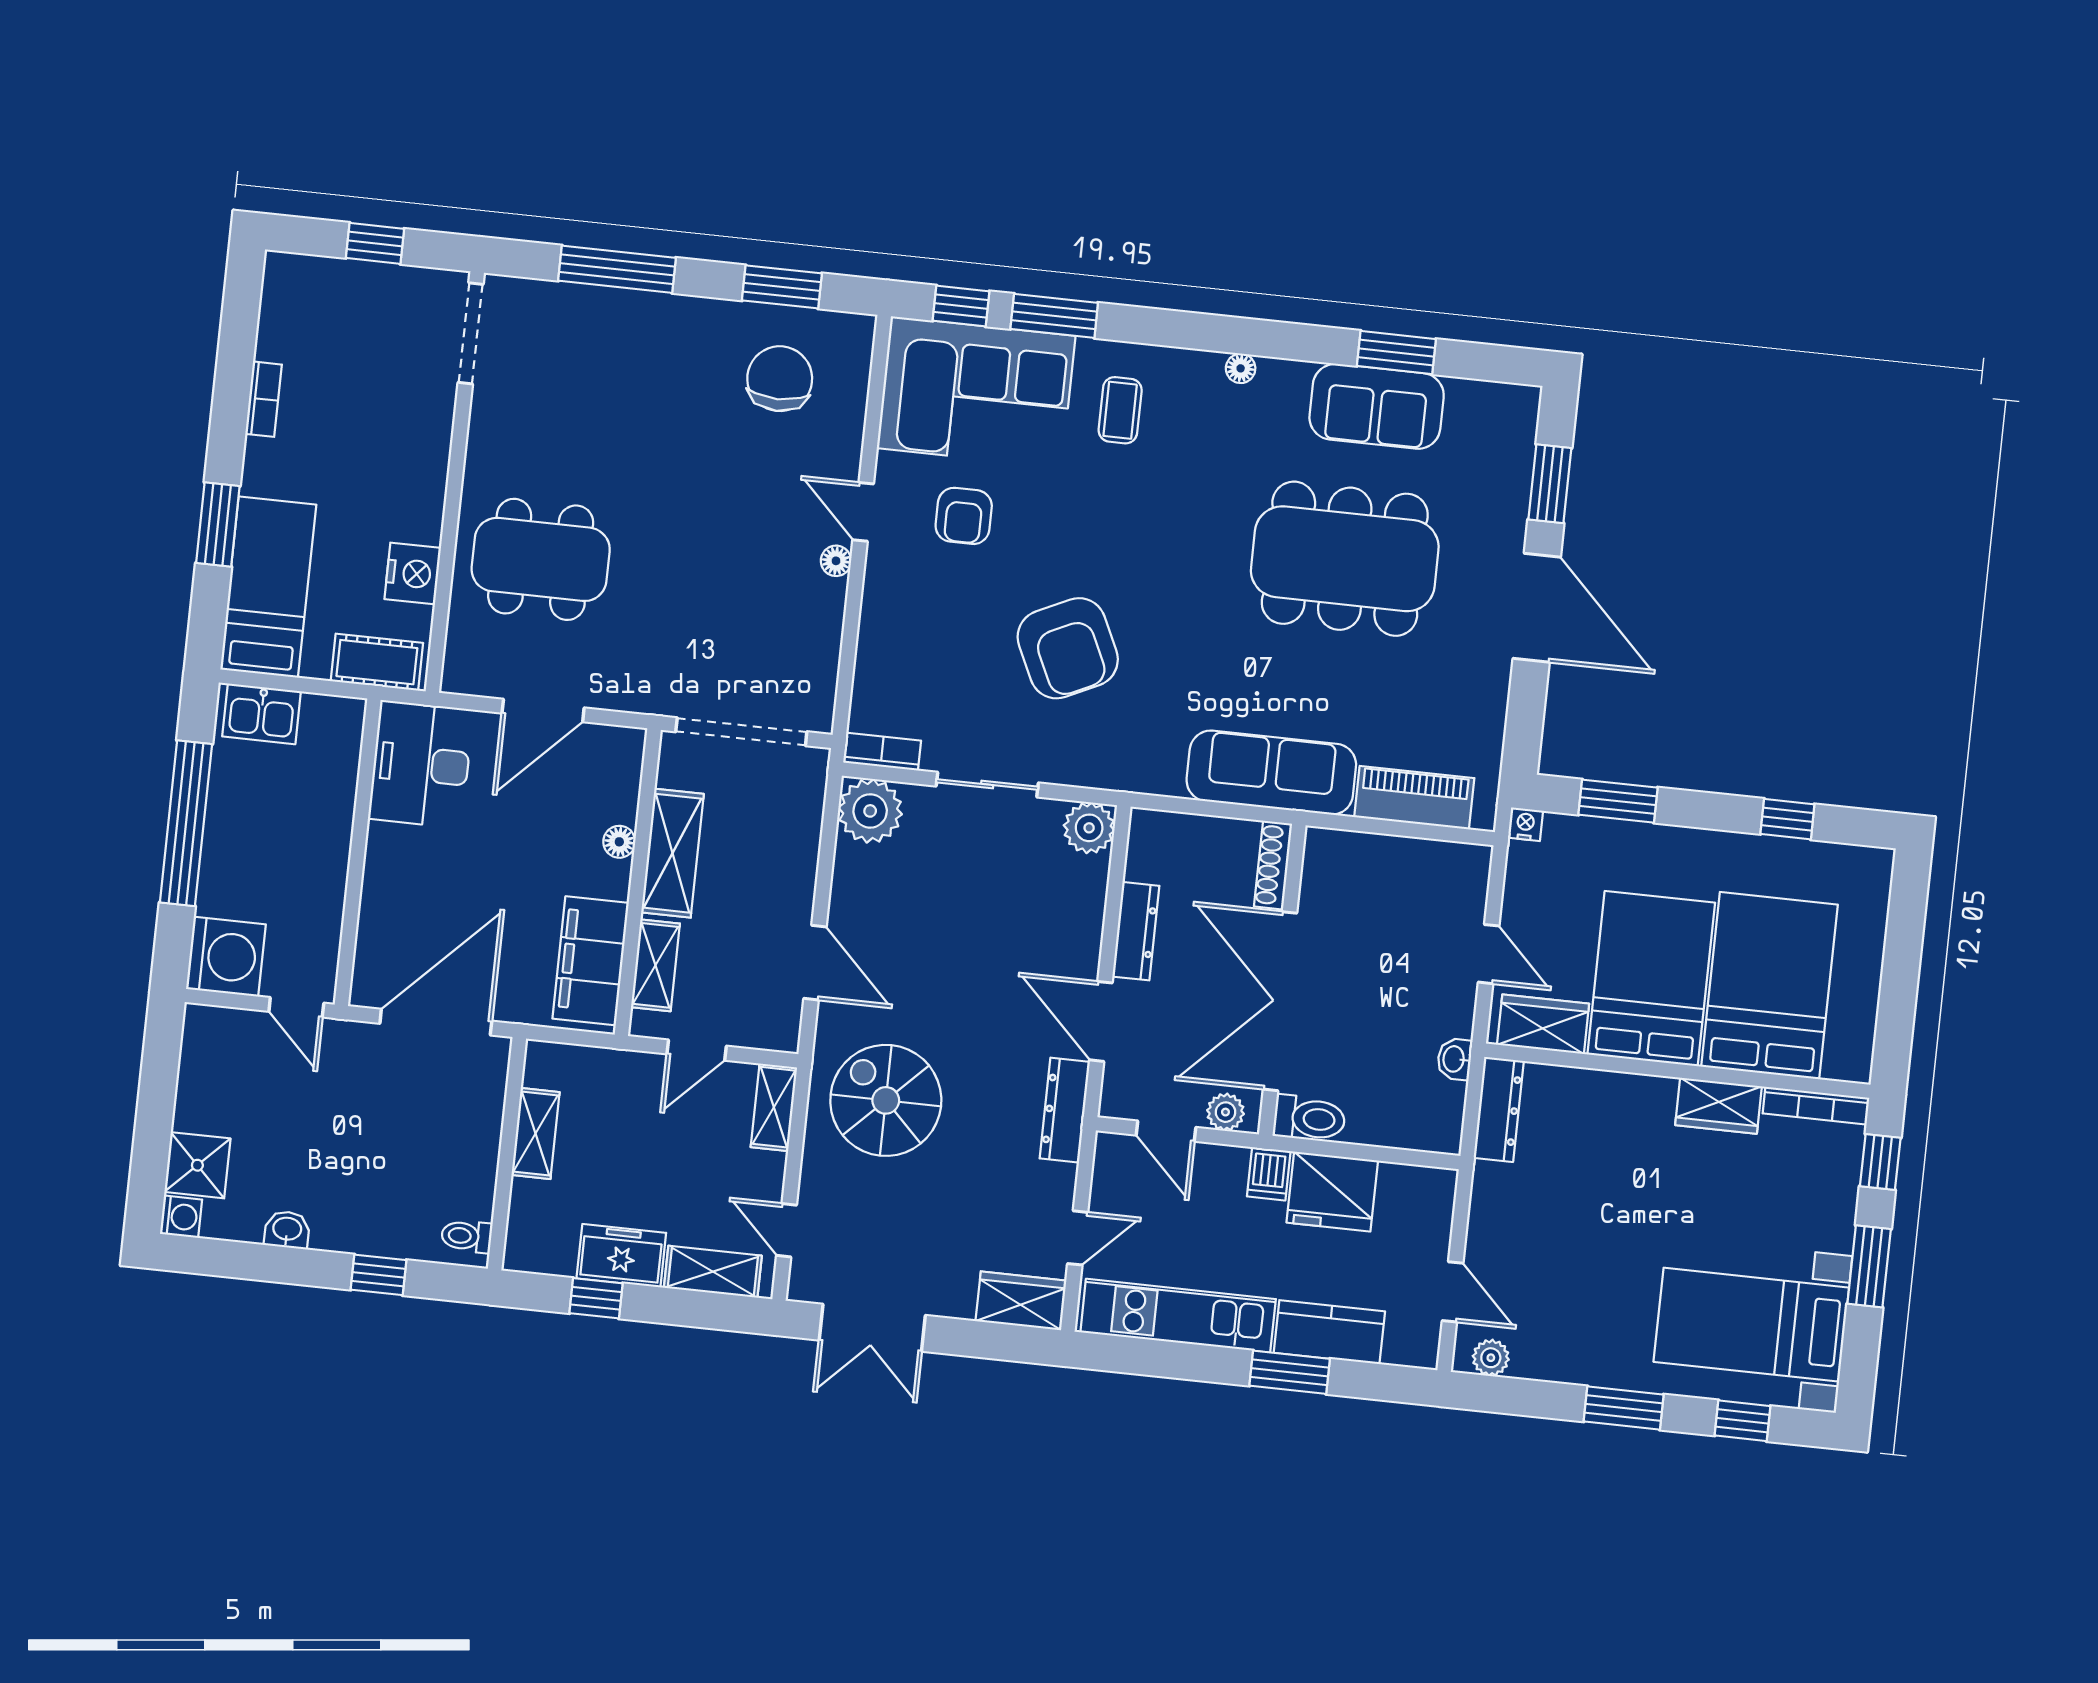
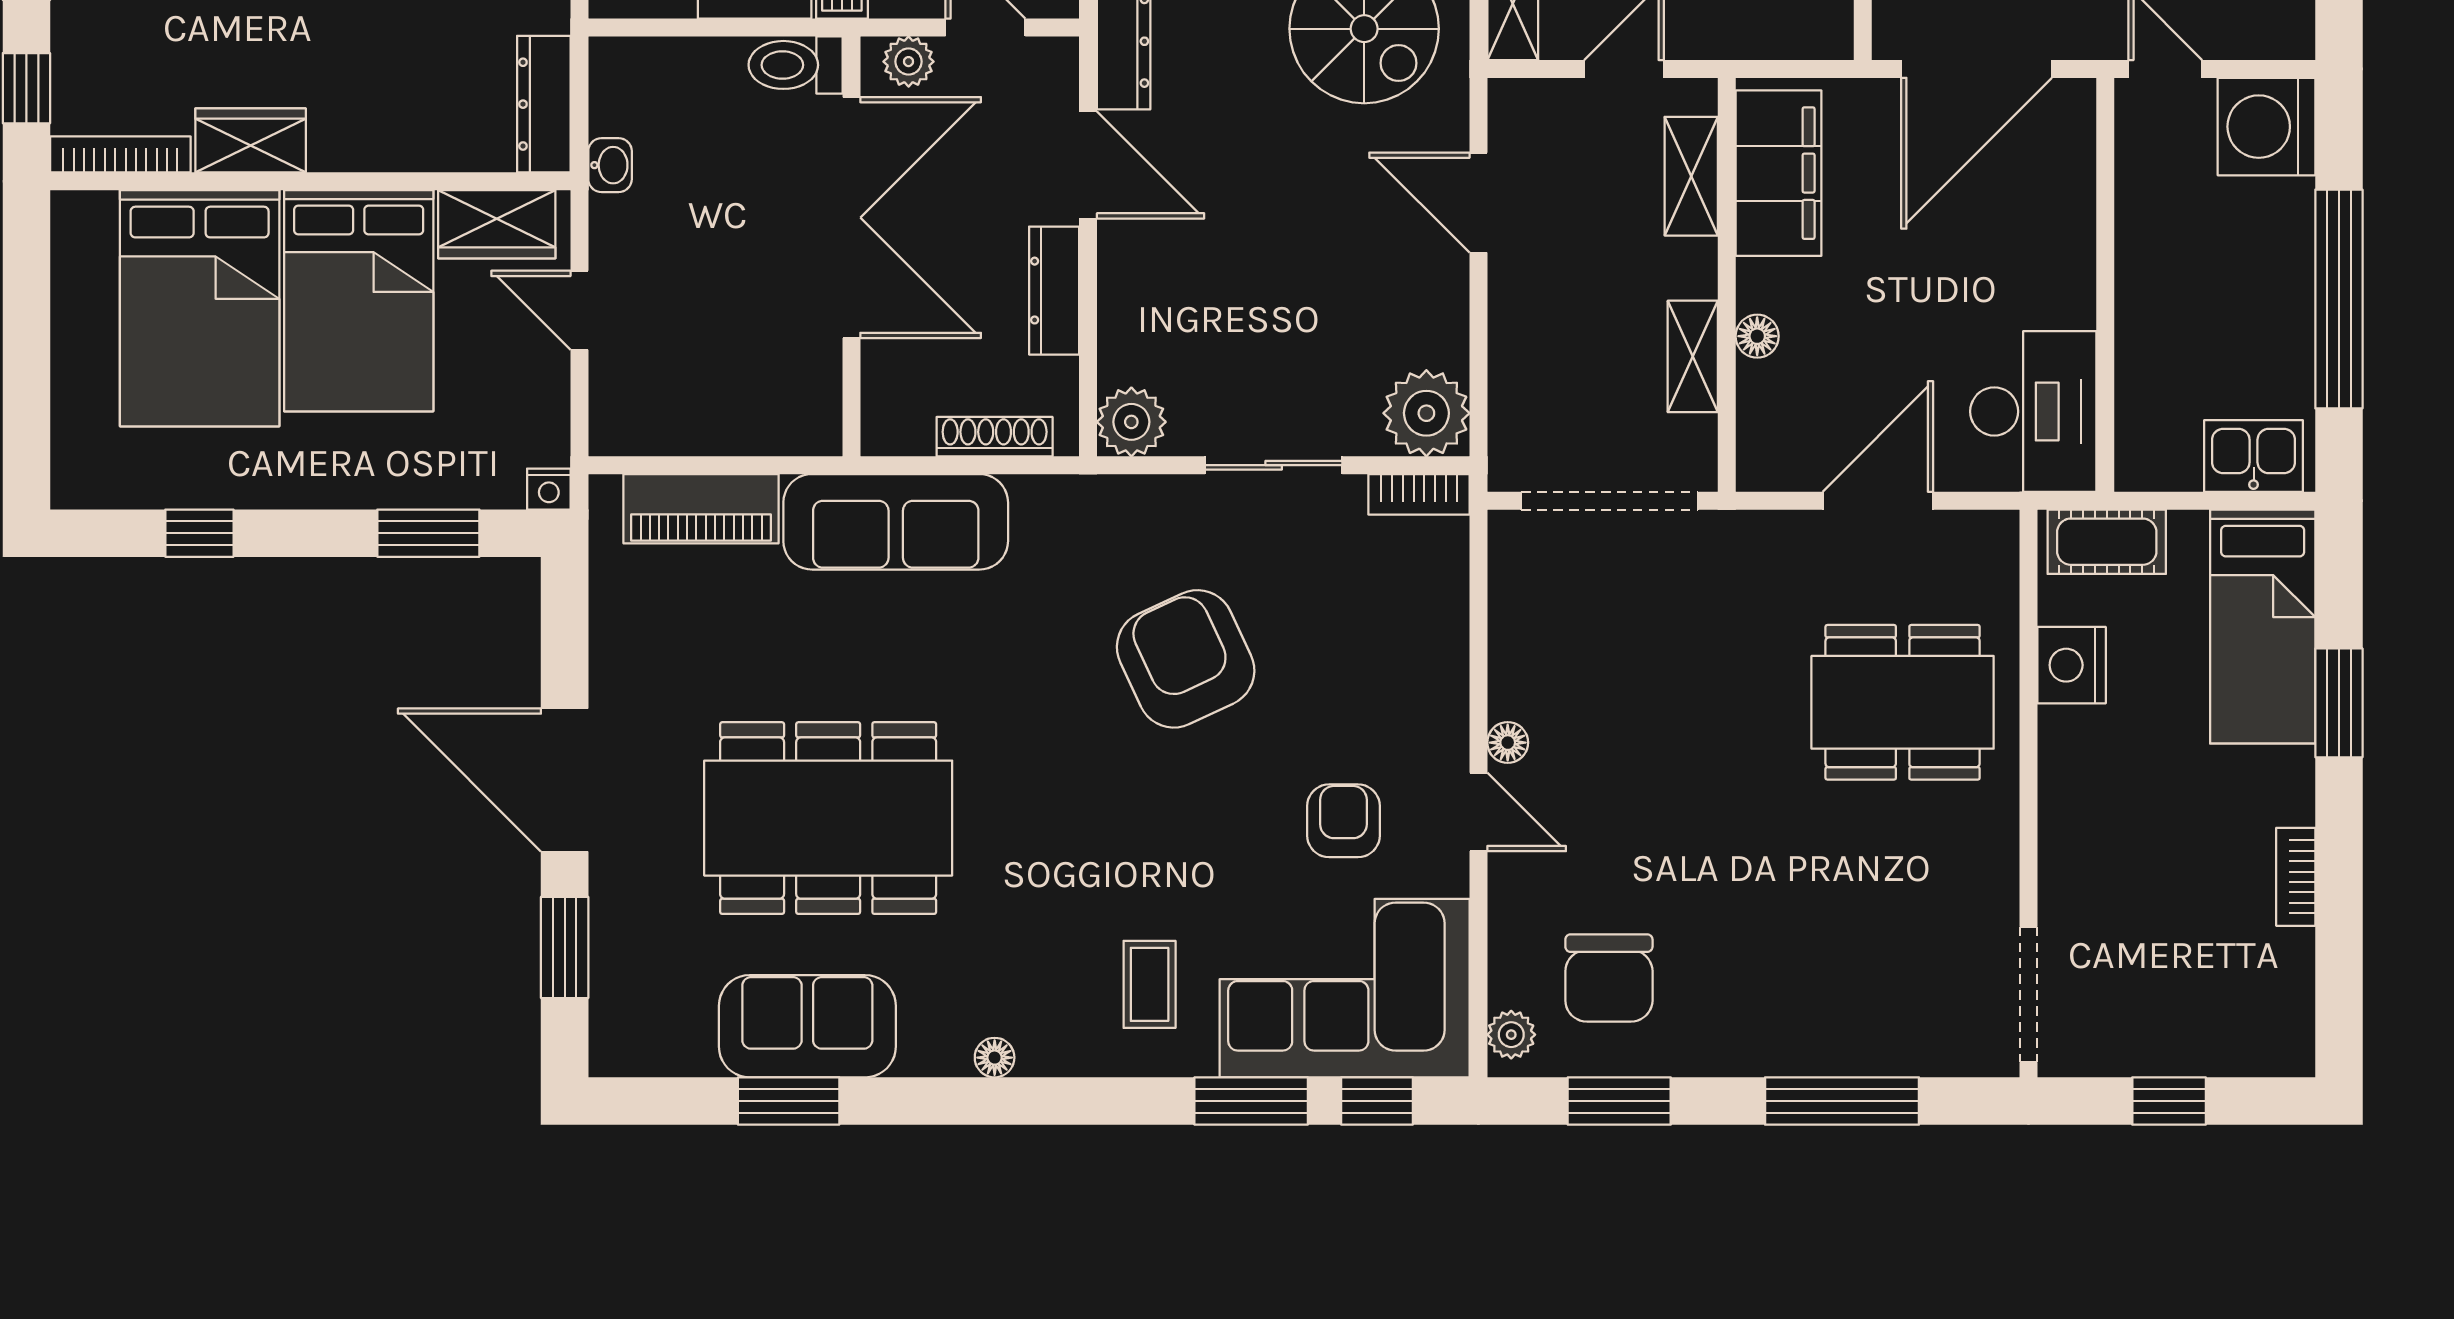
plant: (857, 344) -> (1511, 1035), added
shelving: (672, 853) -> (1693, 356), width x0.67, depth x0.75
shoe rack: (1273, 865) -> (995, 437), moved, turned -90

